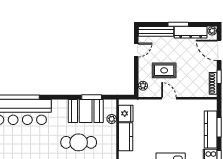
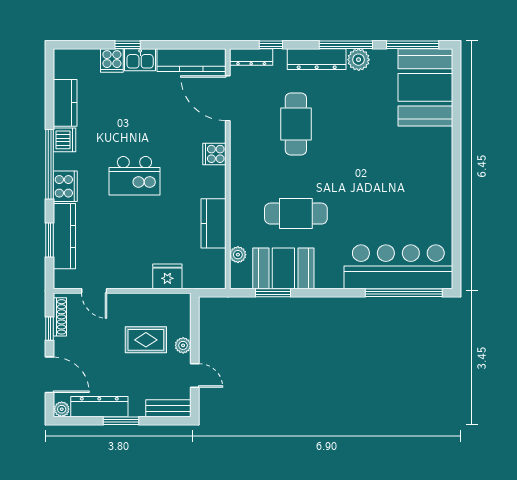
bench: (156, 31) -> (168, 408), width x0.73
door: (136, 50) -> (195, 375), swing flipped
plant: (143, 86) -> (183, 345), moved
door: (169, 98) -> (94, 291), moved
fridge: (126, 113) -> (167, 276), moved, turned 90

